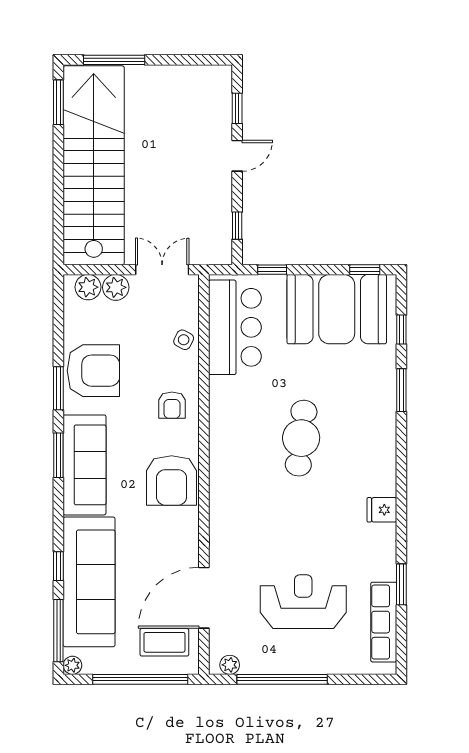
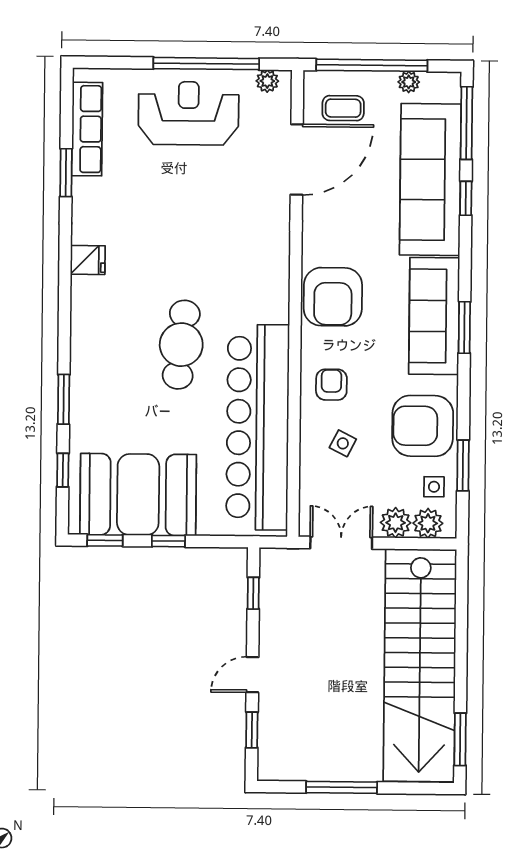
window: (114, 60) -> (342, 787), moved
double door: (162, 270) -> (341, 543), swing flipped
window: (272, 270) -> (168, 541), moved
side table: (83, 319) -> (434, 487), added
bar counter: (235, 327) -> (258, 427), width x1.86
side table: (184, 340) -> (343, 443), moved
window: (58, 388) -> (463, 465), moved
armchair: (172, 480) -> (333, 297), turned 180
reception desk: (303, 602) -> (189, 113), moved, turned 180
coffee table: (164, 642) -> (343, 108), width x0.73, depth x0.77
plant: (72, 665) -> (409, 82), moved

